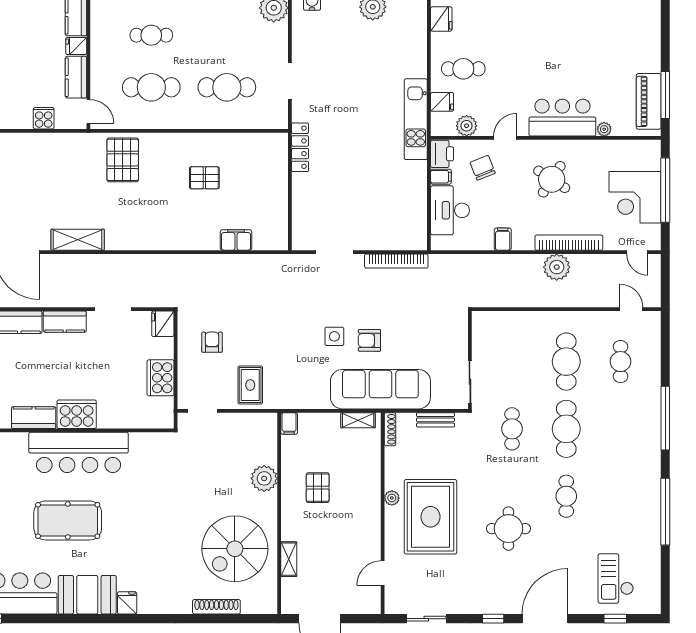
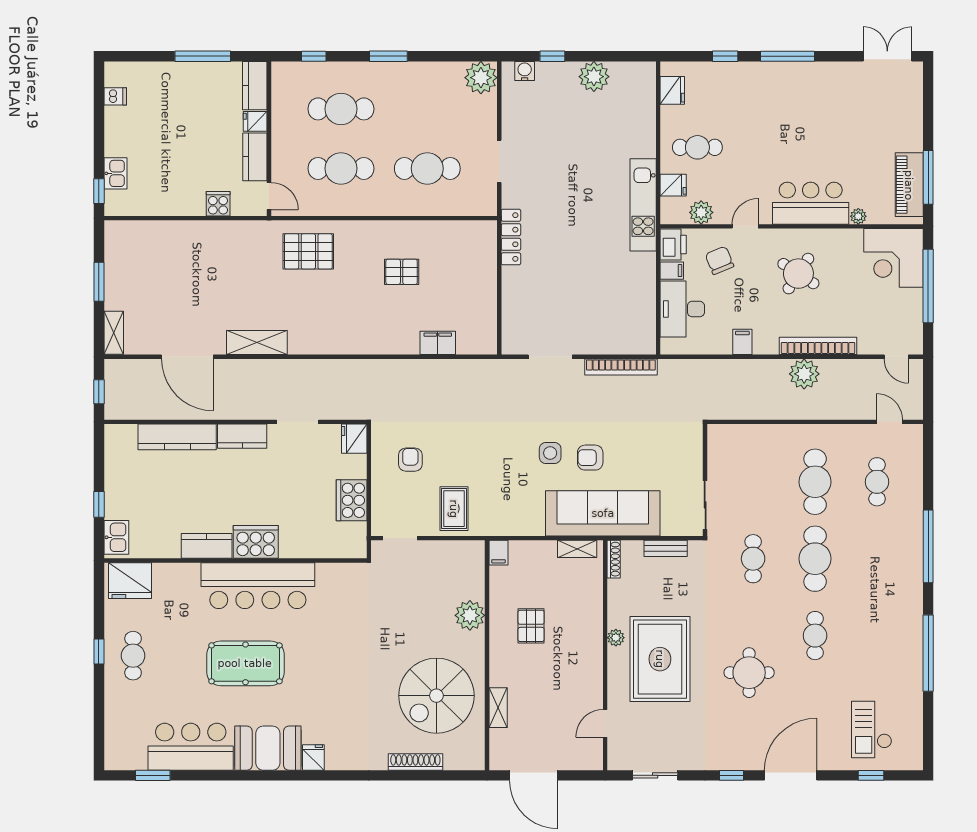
cafe table: (151, 35) -> (341, 109), width x1.37, depth x1.35
pallet: (123, 160) -> (308, 251), turned 90
corner desk: (635, 197) -> (893, 258), moved

